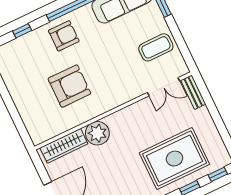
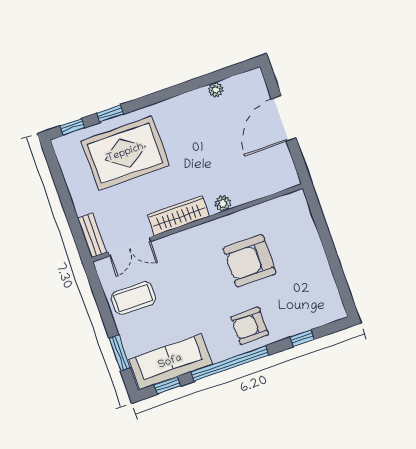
double door: (163, 87) -> (129, 247), swing flipped
plant: (97, 133) -> (223, 203), width x0.53, depth x0.53
wardrobe: (64, 146) -> (179, 215), moved

